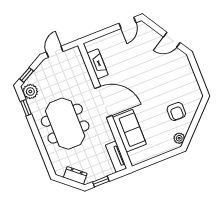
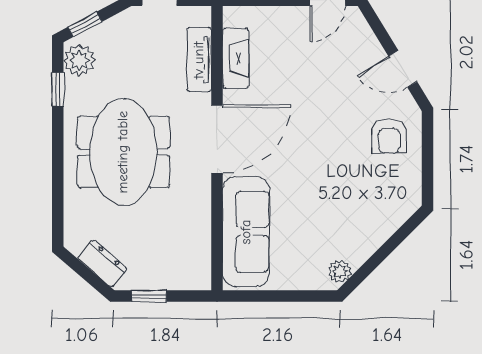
door: (103, 102) -> (217, 139), hinge flipped
armchair: (176, 111) -> (389, 136), moved
sofa: (129, 131) -> (246, 232), width x1.36
tv unit: (116, 157) -> (199, 60), moved

